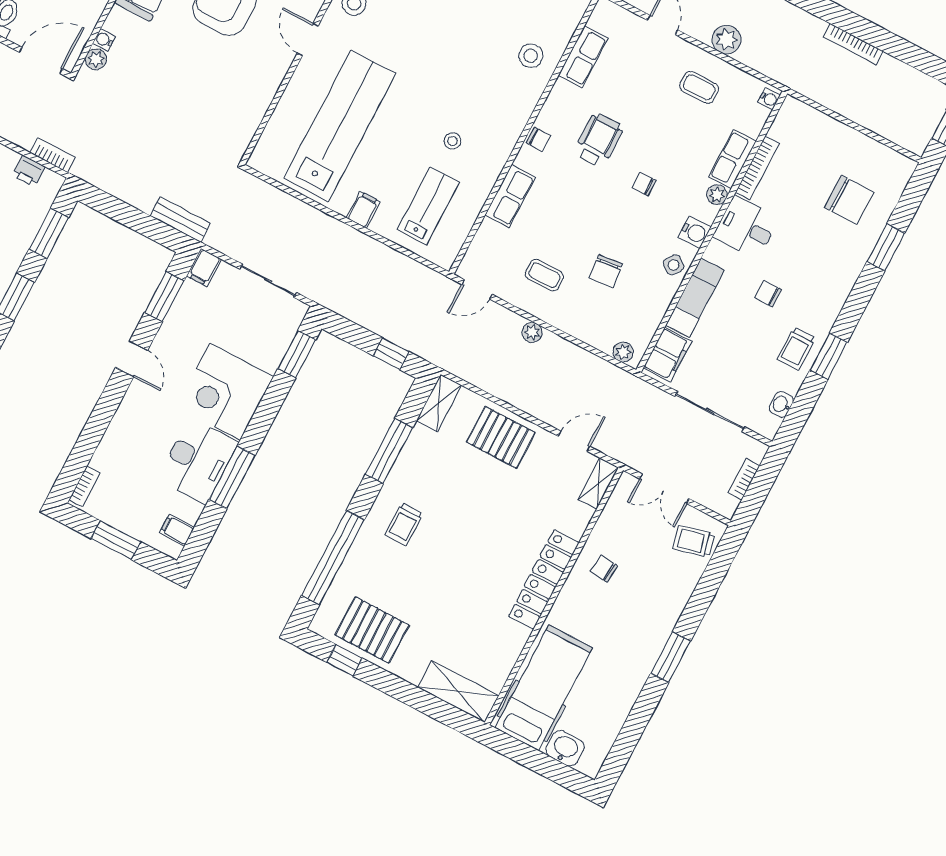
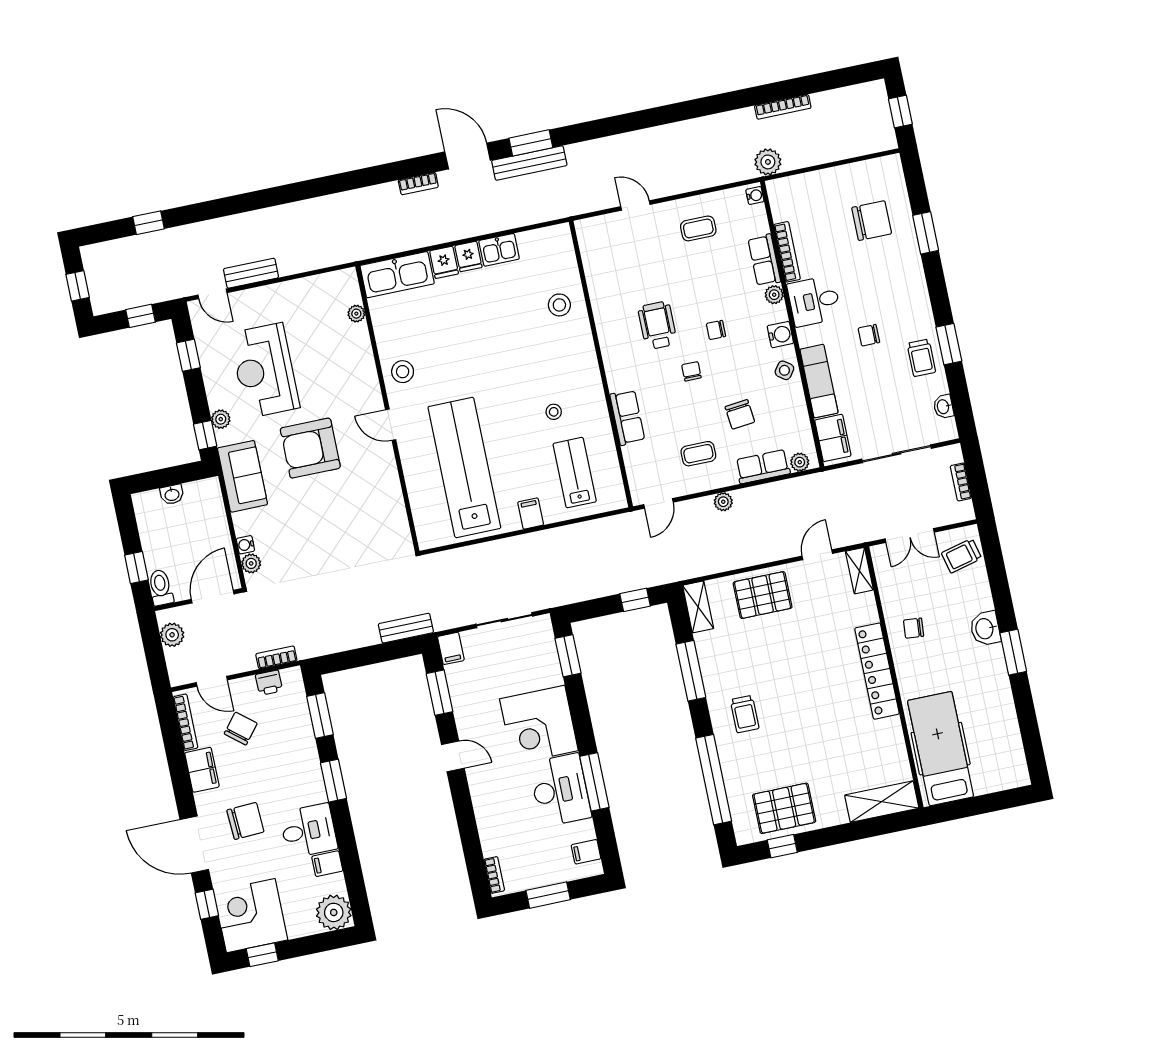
plant: (727, 40) -> (768, 162), moved
row of seats: (583, 57) -> (763, 467), moved, turned -90
chair: (538, 139) -> (691, 371), moved, turned -90
washbasin: (565, 748) -> (985, 629), moved, turned -90

